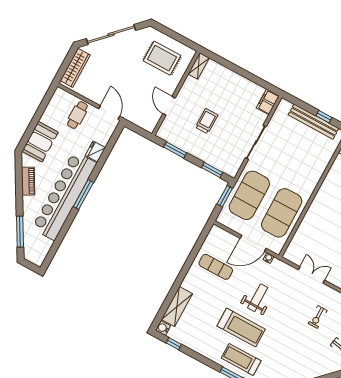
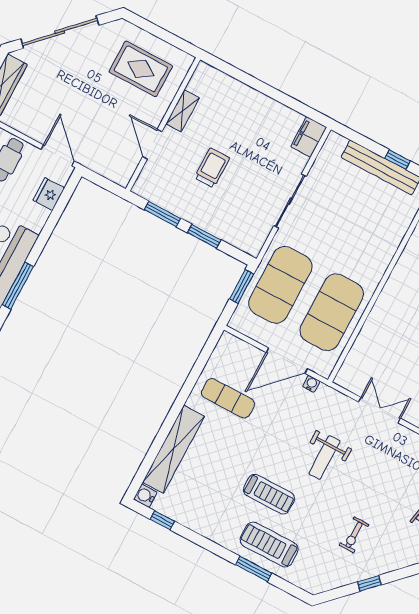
shelving: (199, 66) -> (183, 111), moved
fridge: (95, 152) -> (49, 194), moved
window: (212, 170) -> (204, 236), moved
weight bench: (258, 298) -> (324, 457), moved, turned 180
shelving: (177, 307) -> (174, 449), width x1.47
exercise bike: (318, 317) -> (354, 535), moved
treadmill: (241, 328) -> (269, 494), width x0.73, depth x0.73

